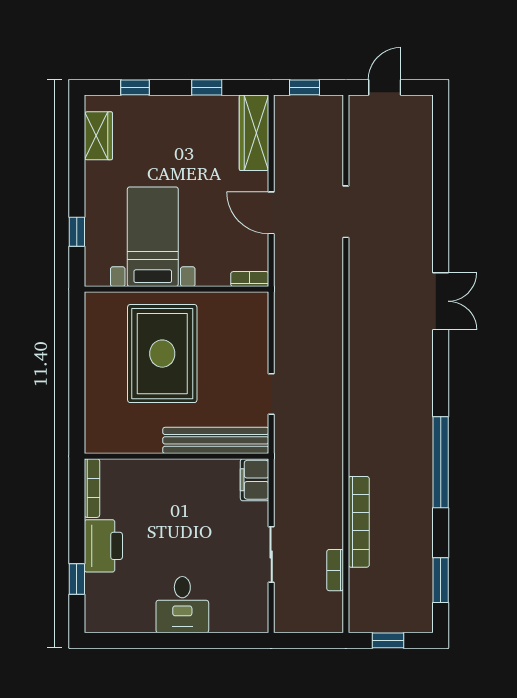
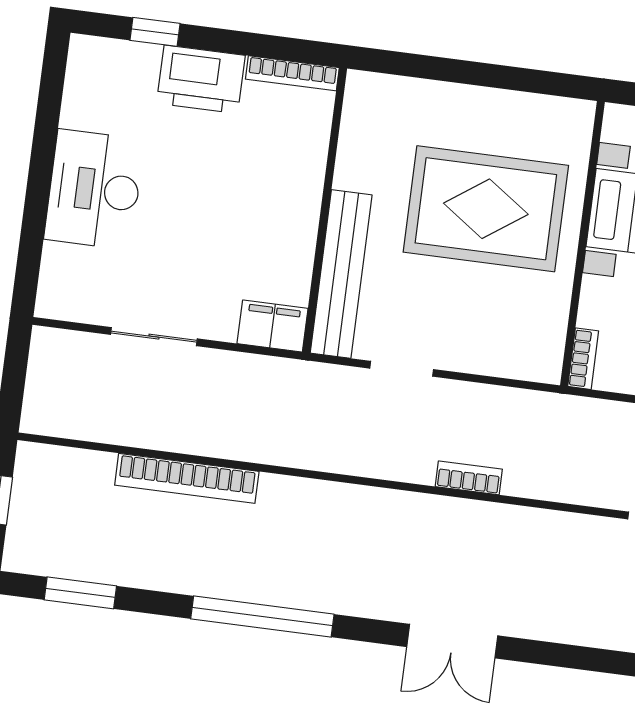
double door: (441, 301) -> (452, 641), moved
bookcase: (335, 570) -> (469, 478), moved
desk: (182, 605) -> (94, 189), width x1.37

